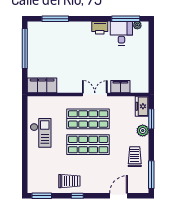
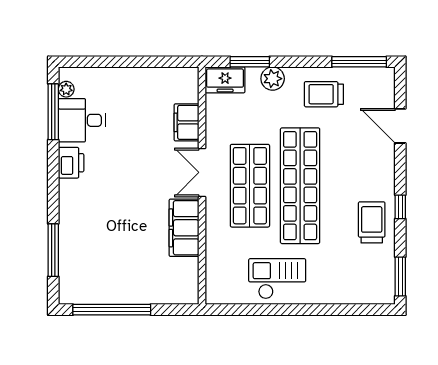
filing cabinet: (42, 85) -> (184, 228), moved
shop shelf: (88, 145) -> (300, 186), width x1.40

